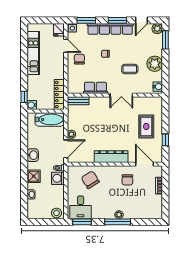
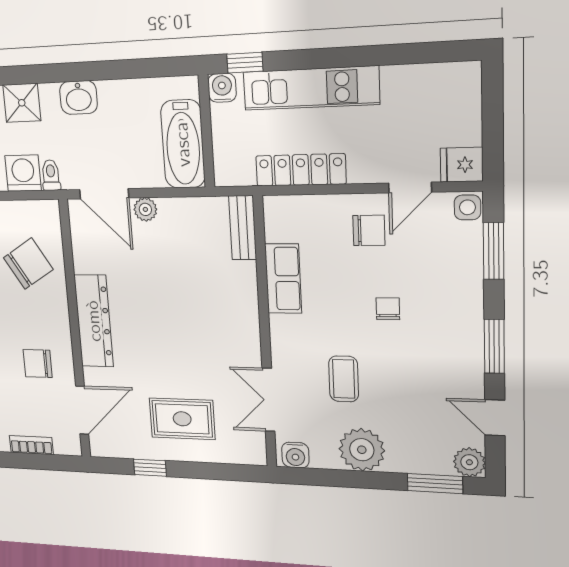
row of seats: (110, 29) -> (467, 324), removed
kitchen unit: (33, 53) -> (311, 88), moved
locker: (59, 95) -> (301, 170), moved
double door: (121, 95) -> (268, 400), moved

